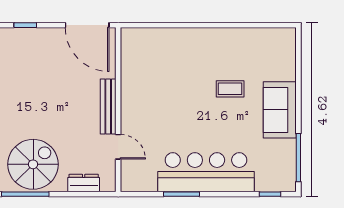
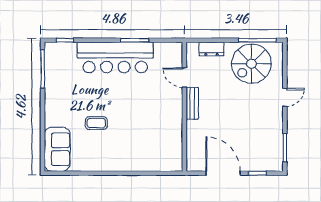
door: (87, 25) -> (223, 173), moved
bench: (108, 106) -> (192, 103), width x0.73
sofa: (280, 110) -> (57, 149), moved

